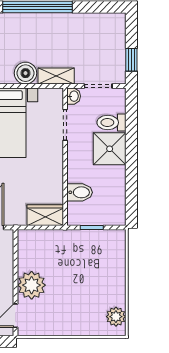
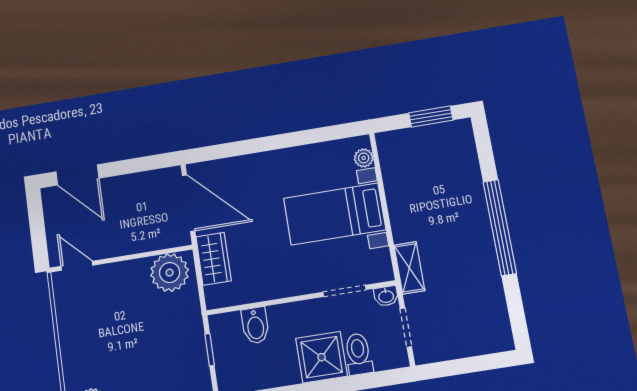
window: (131, 60) -> (451, 368), removed
boiler: (25, 73) -> (406, 226), removed
wardrobe: (45, 215) -> (214, 259), moved
plant: (32, 285) -> (170, 273), moved

